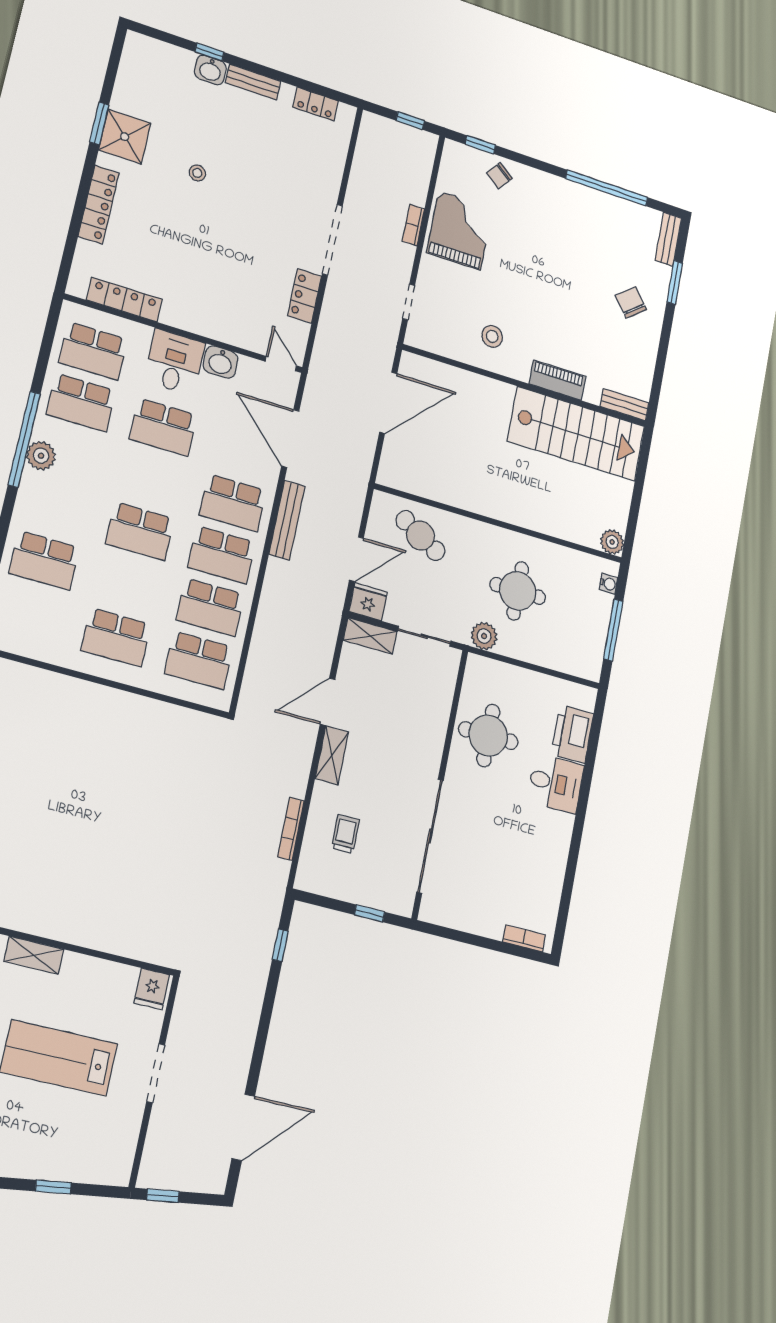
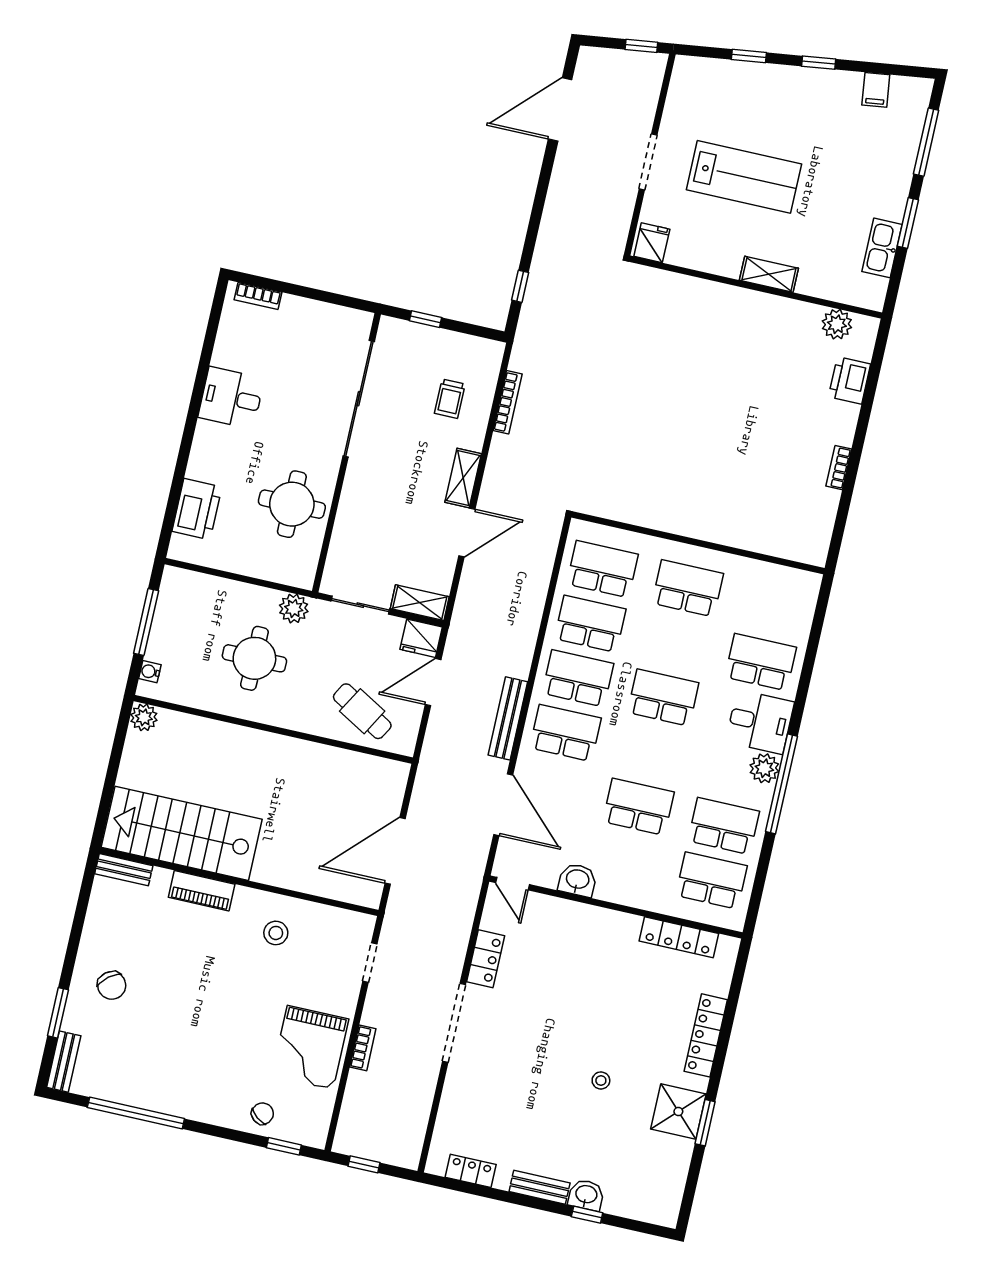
desk: (174, 362) -> (760, 722), moved, turned -90
desk: (555, 783) -> (231, 398), moved

